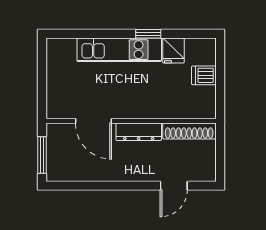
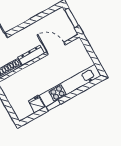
kitchen unit: (119, 50) -> (70, 86), width x1.36
dishwasher: (204, 75) -> (15, 100), removed

